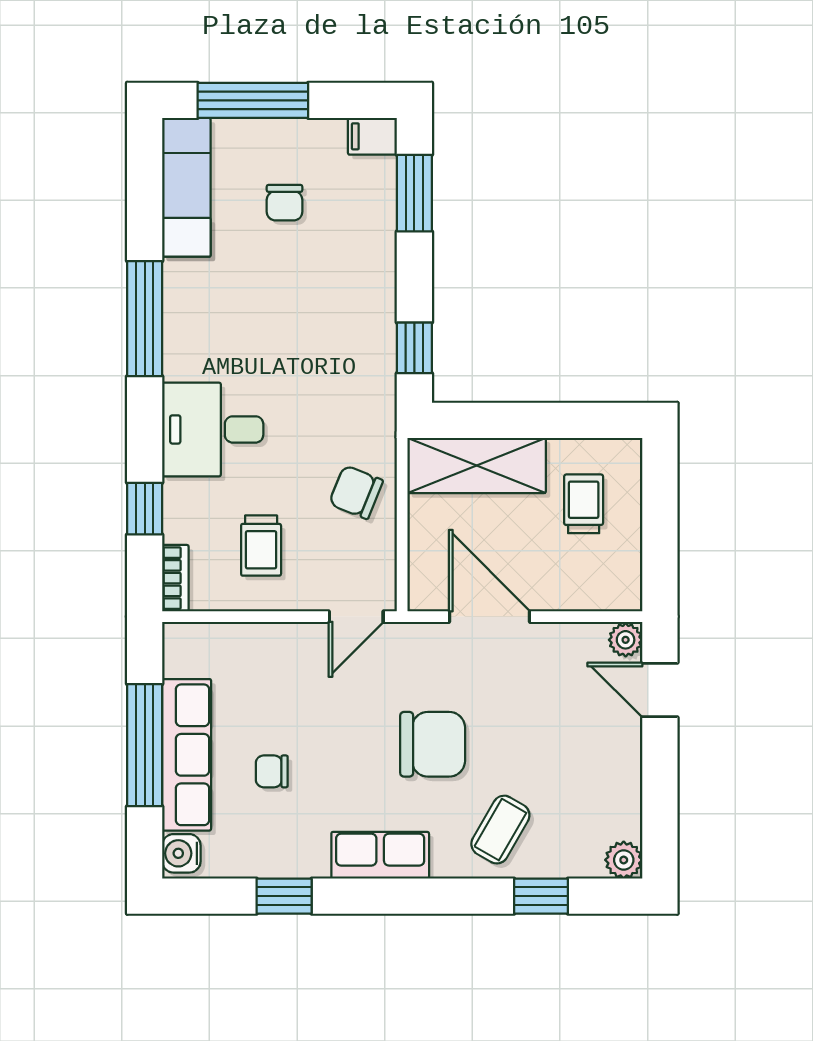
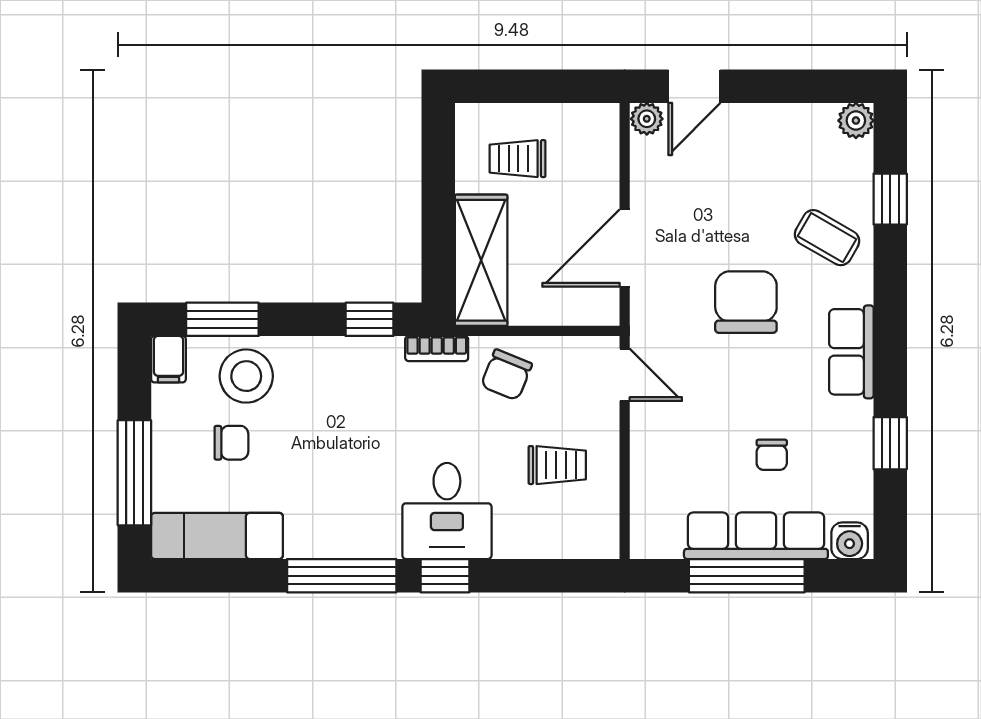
stool: (355, 218) -> (246, 376), added
window: (145, 509) -> (445, 576), moved
bookcase: (175, 578) -> (437, 349), moved, turned 180

